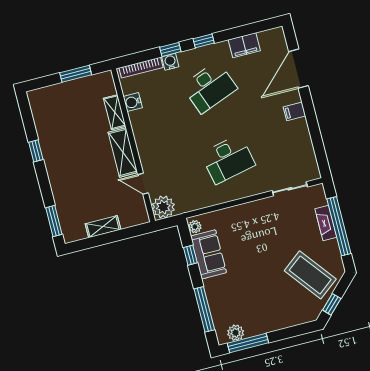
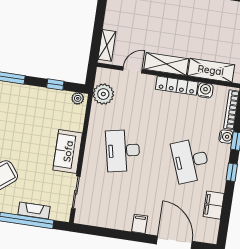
shelving: (115, 112) -> (211, 70), width x1.50, depth x1.33
locker: (140, 133) -> (177, 86), added
plant: (163, 207) -> (103, 94), moved
shelving: (103, 227) -> (107, 45), moved
sofa: (208, 254) -> (68, 151), moved, turned 90

